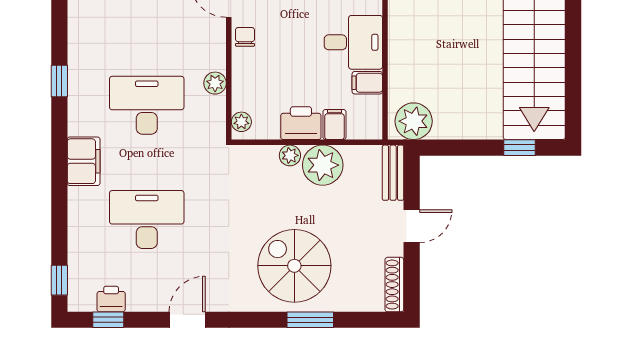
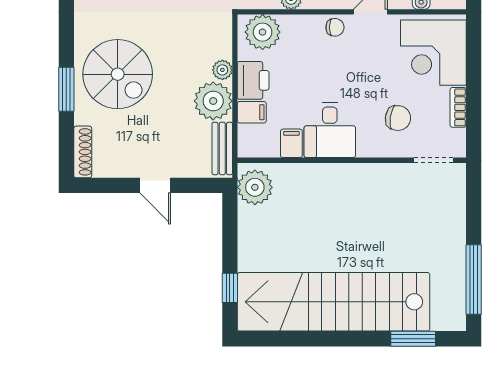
plant: (241, 122) -> (263, 32), width x1.88, depth x1.88
bench: (393, 173) -> (222, 148), moved, turned 90
spiral stairs: (294, 266) -> (118, 74), turned 90
shoe rack: (394, 285) -> (83, 152), moved, turned 90

